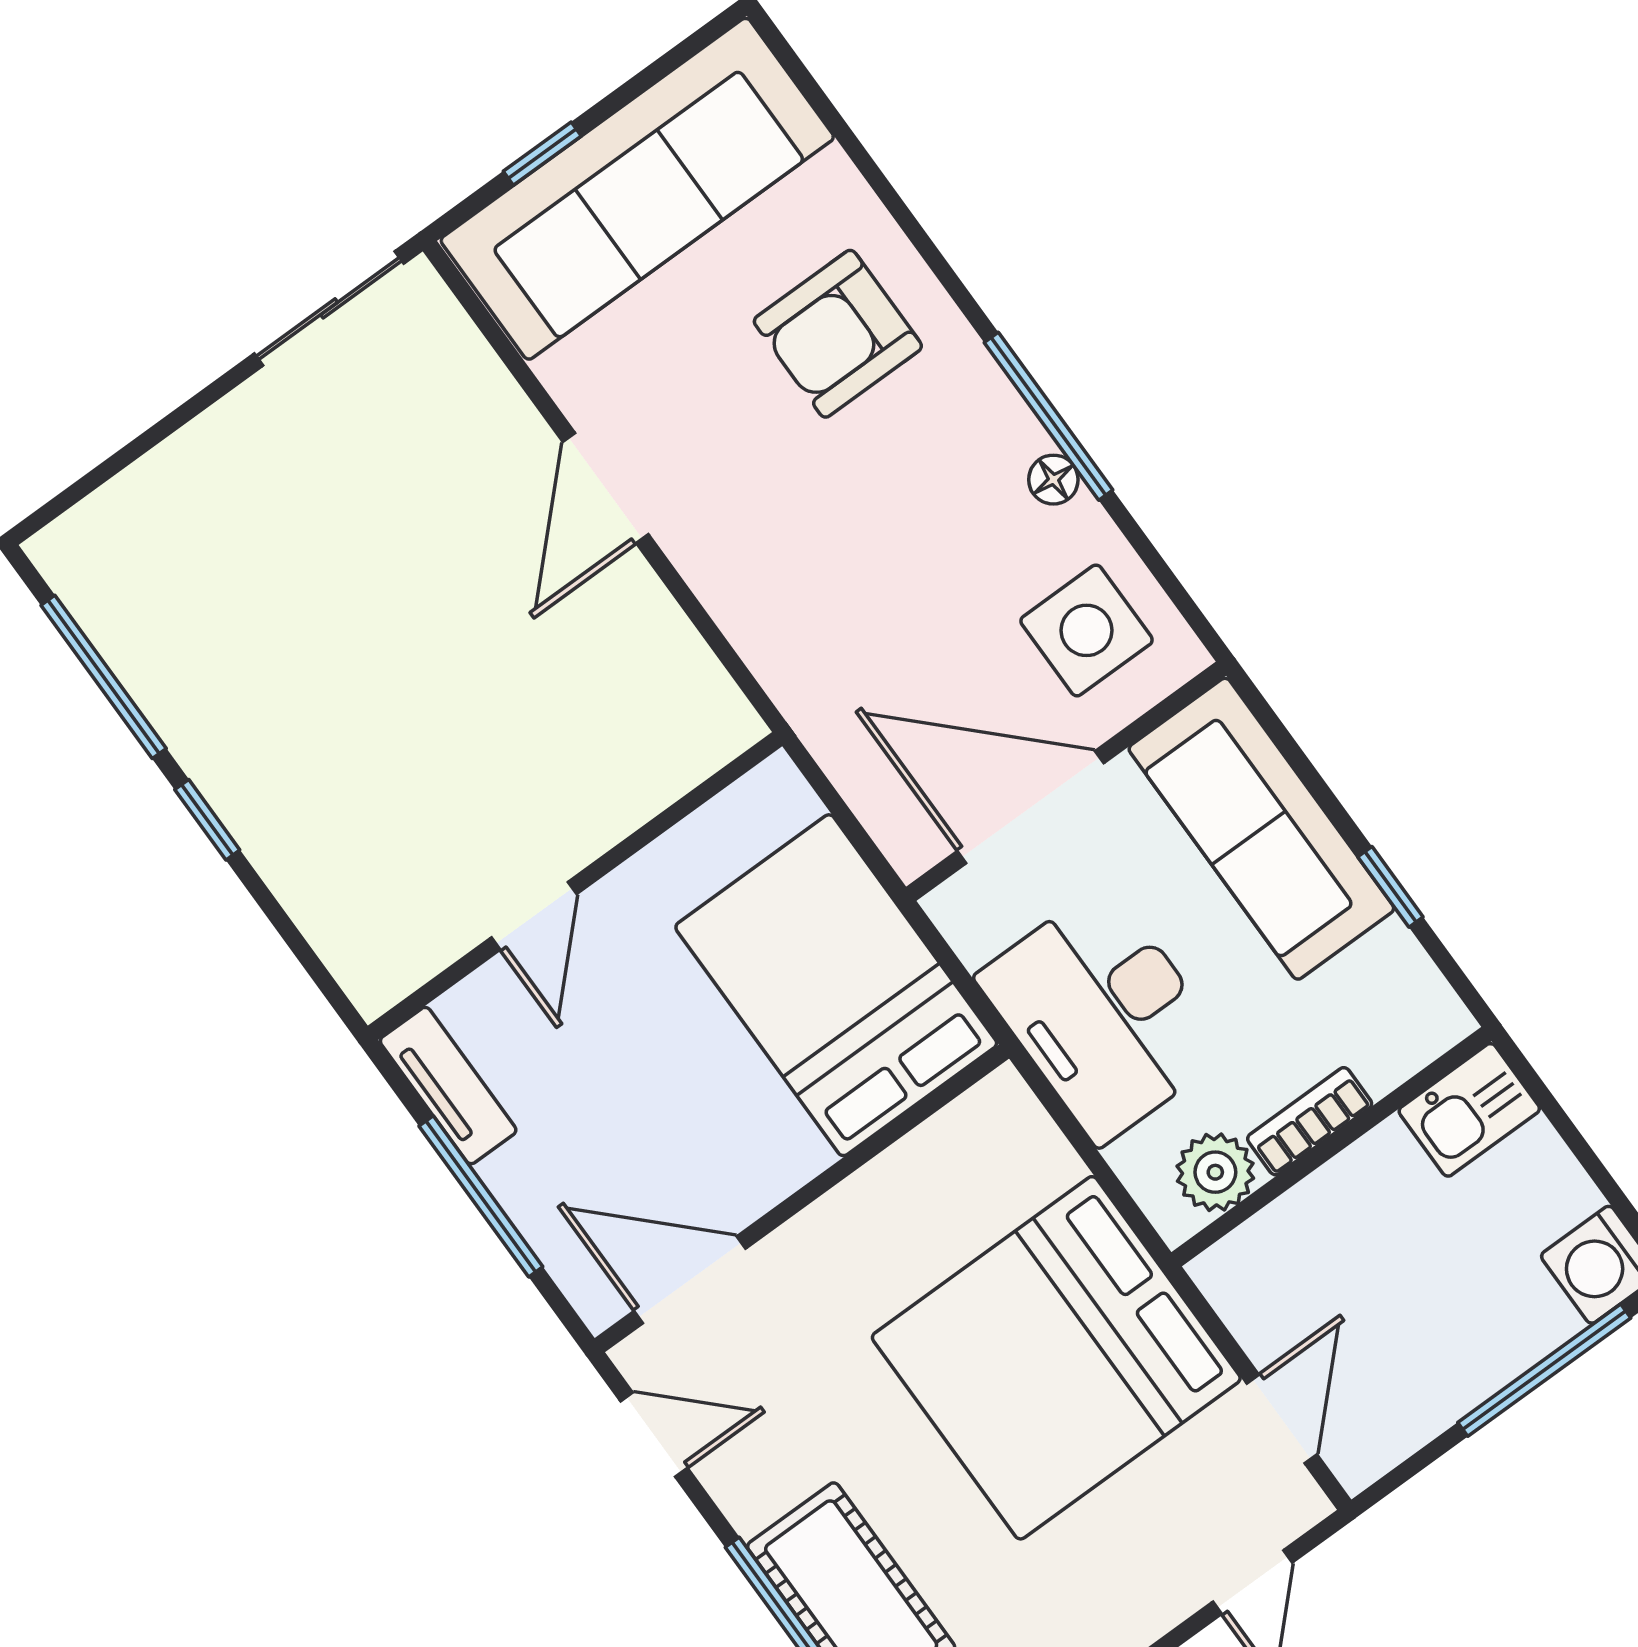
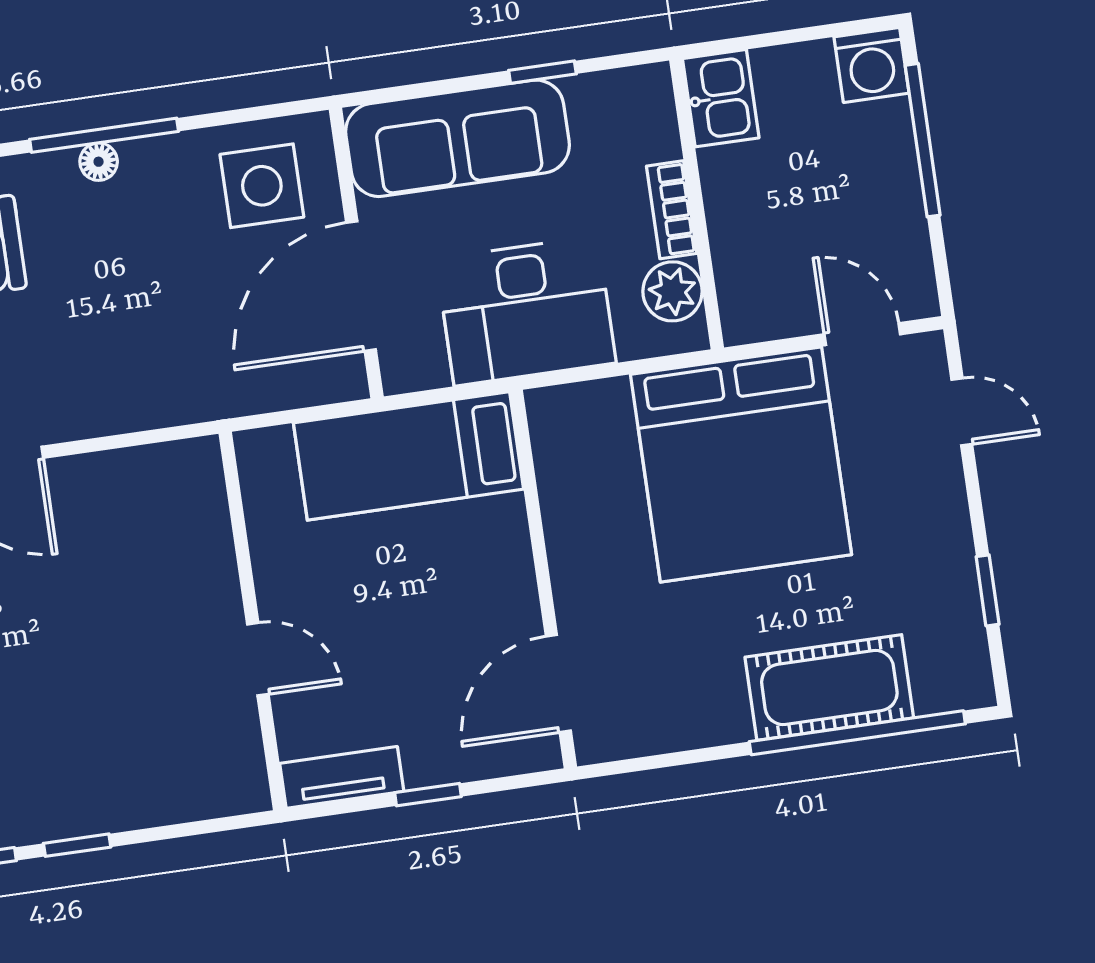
floor lamp: (1053, 480) -> (99, 162), moved
bed: (836, 985) -> (408, 456), width x0.67
window: (481, 1196) -> (428, 795), width x0.46
door: (654, 1434) -> (650, 763), removed

